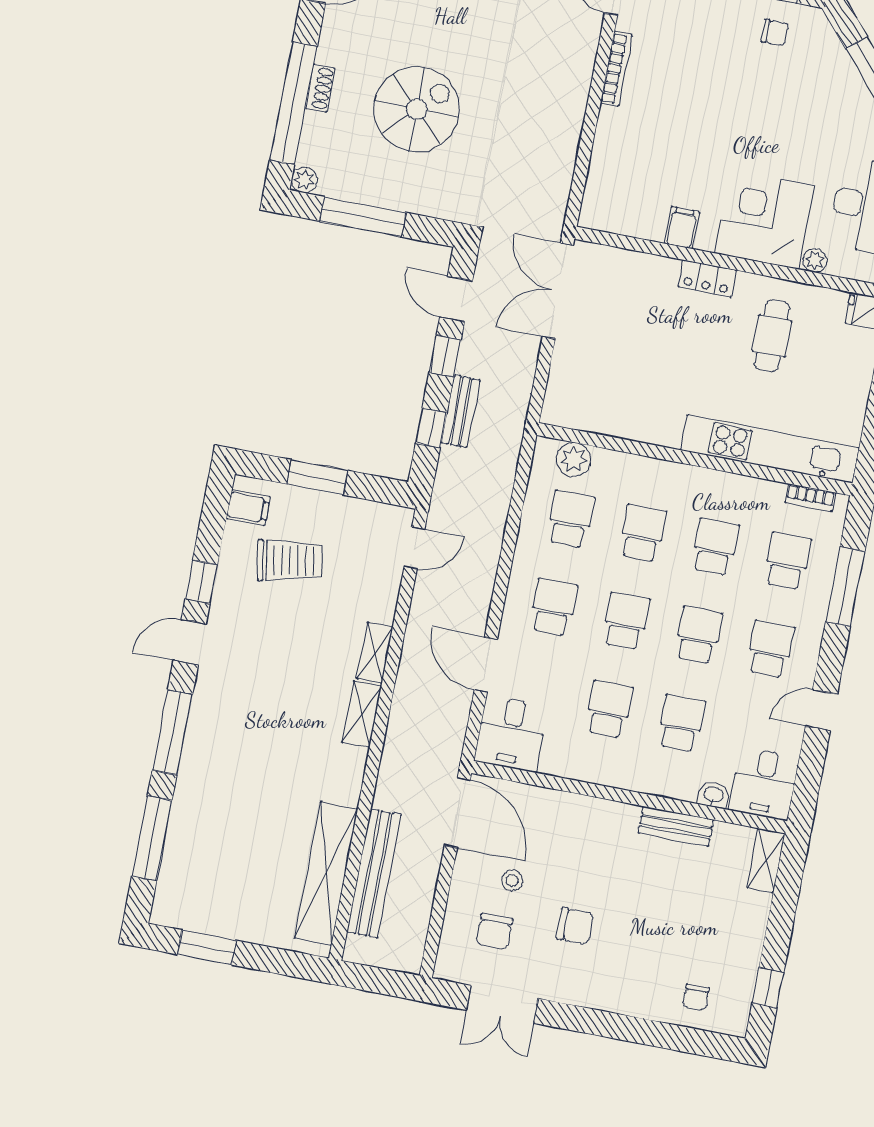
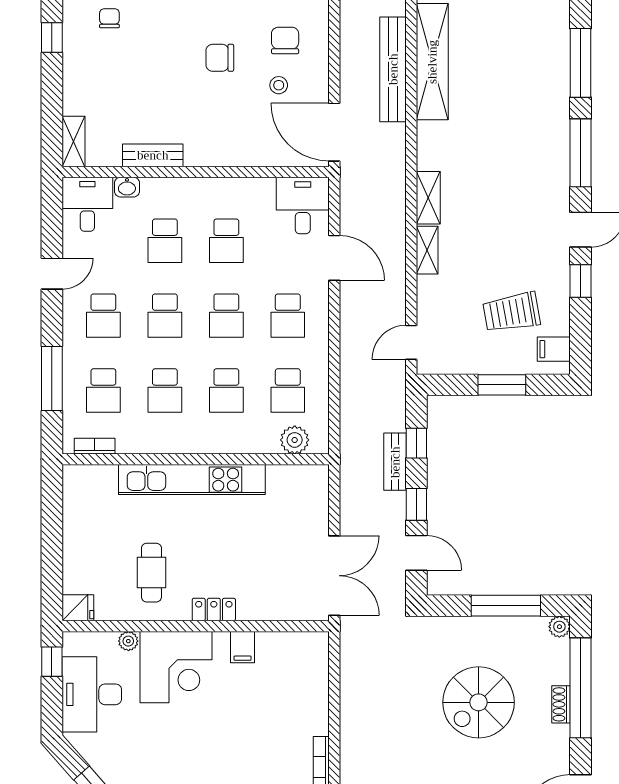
kitchen unit: (770, 449) -> (192, 480), moved

